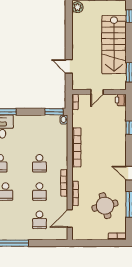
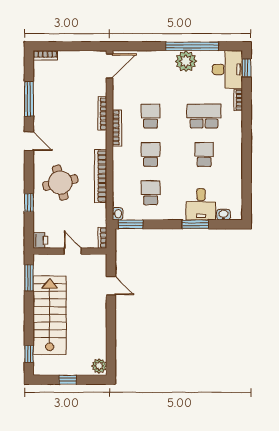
door: (97, 92) -> (73, 251), hinge flipped
round table: (105, 206) -> (60, 183), moved
door: (70, 219) -> (109, 66), moved
school desk: (39, 220) -> (151, 193), moved
plant: (13, 232) -> (186, 61), added

